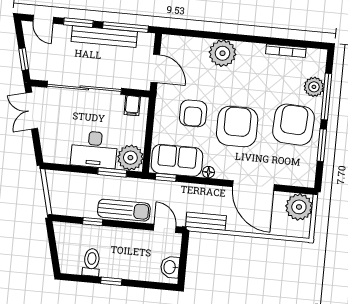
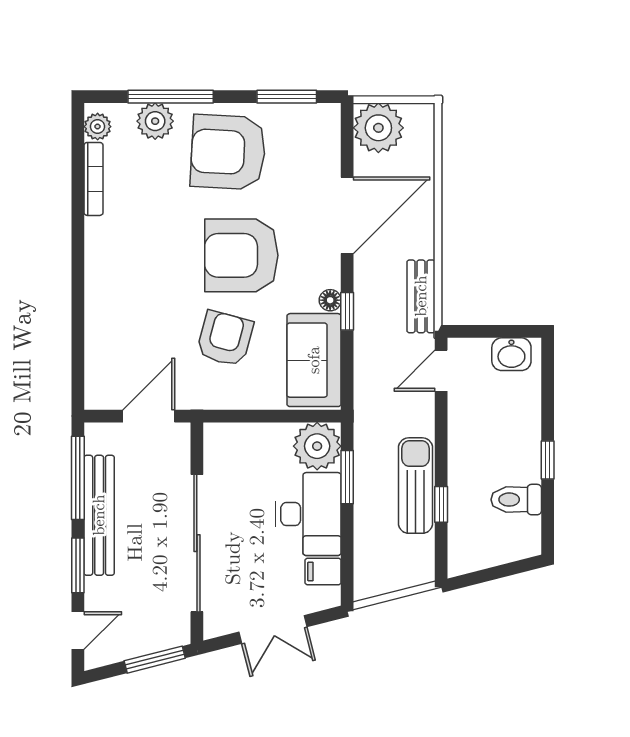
plant: (222, 53) -> (98, 127), moved, width x0.53, depth x0.53
window: (24, 59) -> (155, 660), width x1.50
filing cabinet: (132, 106) -> (323, 572), moved, turned 180
double door: (32, 111) -> (273, 629), moved
armchair: (193, 113) -> (225, 339), turned -75
window: (322, 145) -> (287, 97), moved
window: (166, 177) -> (347, 311), moved
sun lounger: (124, 210) -> (415, 486), moved

